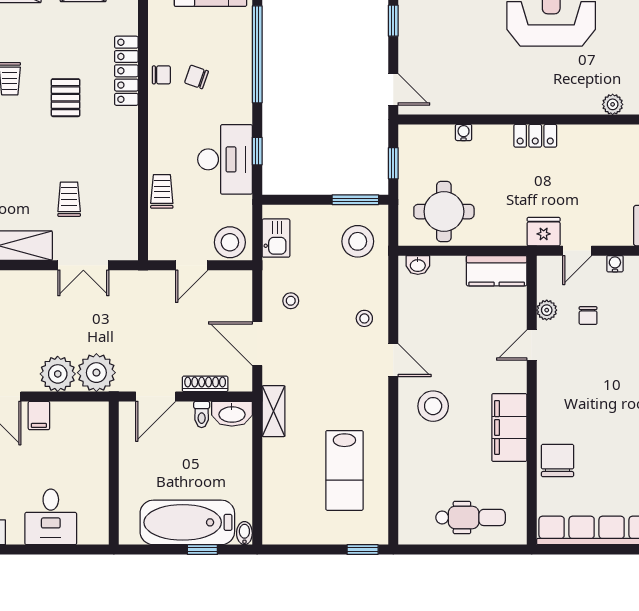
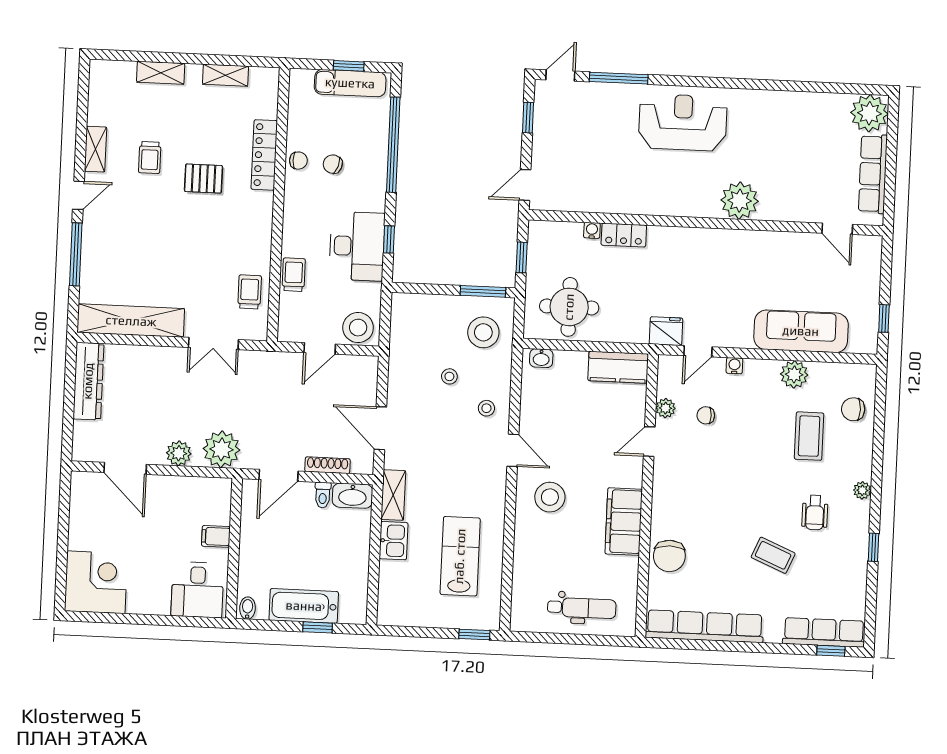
door: (393, 89) -> (525, 185), swing flipped
pallet: (66, 98) -> (203, 179), turned 90
plant: (613, 104) -> (740, 201), width x1.88, depth x1.88
locker: (535, 136) -> (624, 235), moved
trolley: (69, 199) -> (250, 292), moved
kitchen sink: (276, 238) -> (394, 541), moved
stool: (291, 301) -> (449, 376), moved
chair: (588, 316) -> (706, 415), turned 90
plant: (58, 374) -> (179, 453), width x0.73, depth x0.73
filing cabinet: (39, 416) -> (216, 536), moved, turned 90
chair: (557, 461) -> (669, 556), turned 180
lab bench: (344, 470) -> (460, 556), turned 180
desk: (51, 517) -> (197, 590), moved
bathtub: (187, 522) -> (304, 606), width x0.73, depth x0.73
bidet: (244, 533) -> (247, 608), moved

